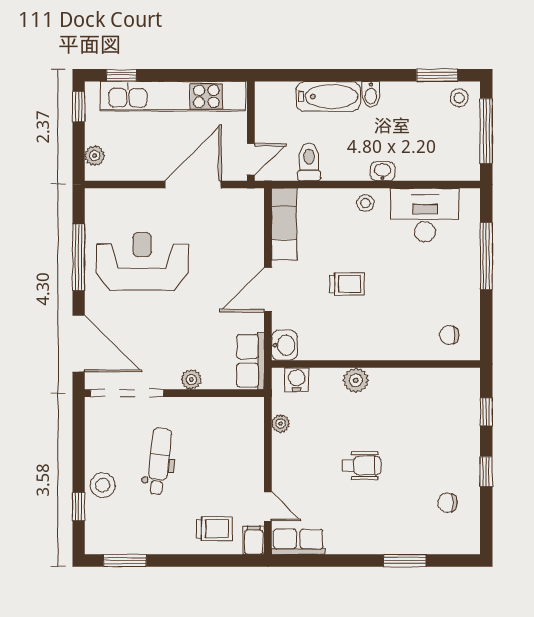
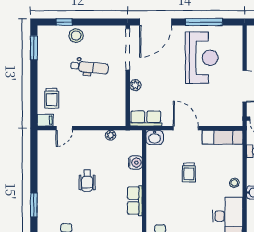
water cooler: (297, 380) -> (135, 163), moved
plant: (356, 380) -> (135, 177), removed
row of seats: (298, 542) -> (135, 201), moved, turned 180

